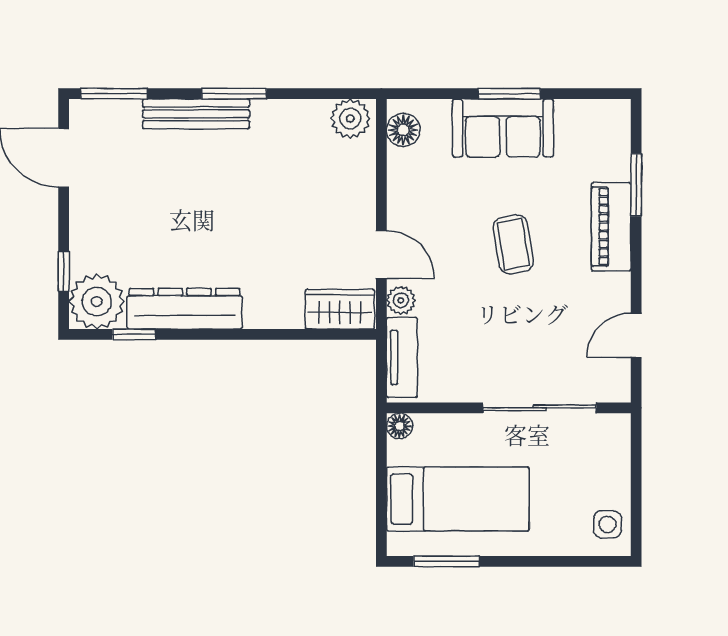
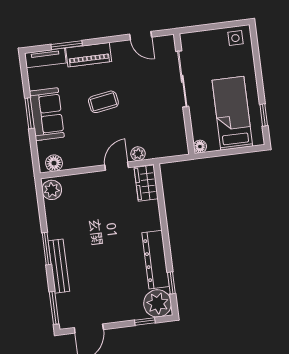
tv unit: (402, 357) -> (46, 58), moved, turned 180
window: (446, 561) -> (264, 115), width x0.67

